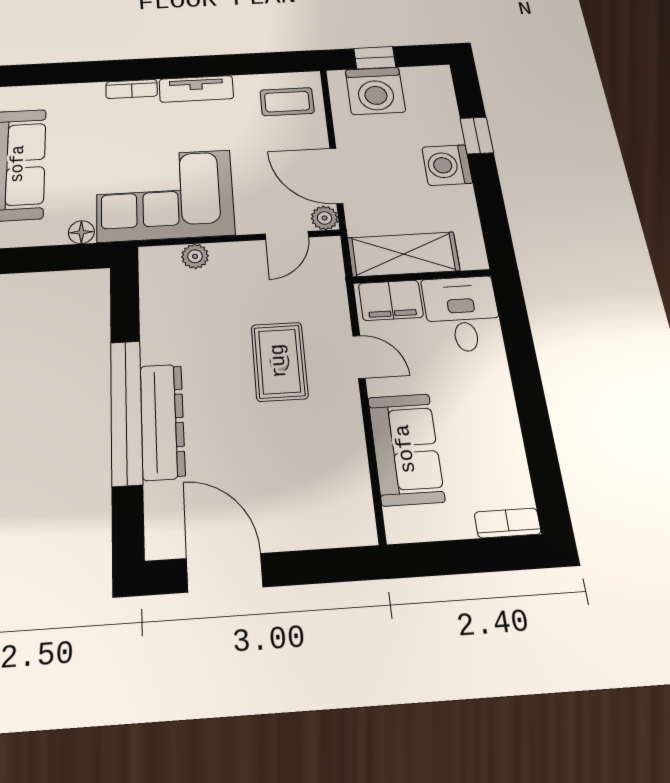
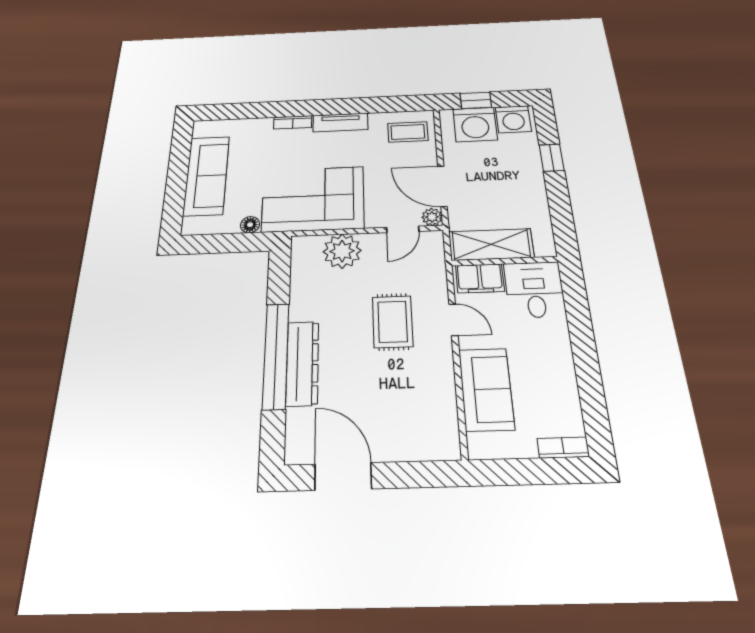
washing machine: (447, 165) -> (513, 119), moved, turned -90
plant: (195, 256) -> (342, 251), width x1.87, depth x1.87

